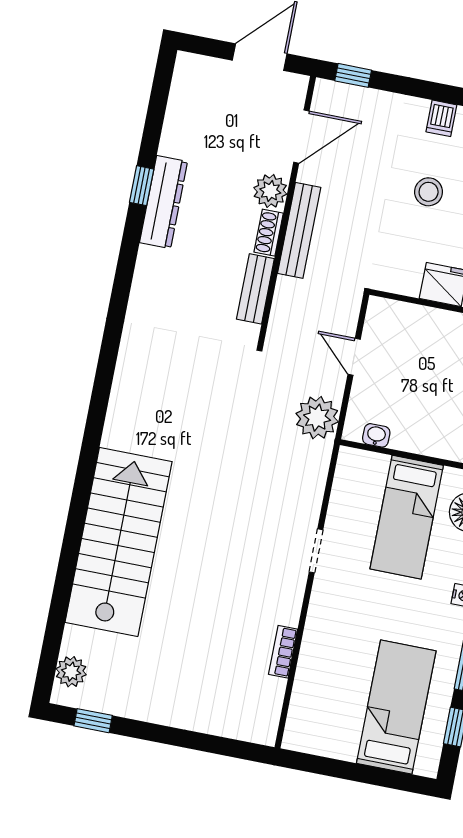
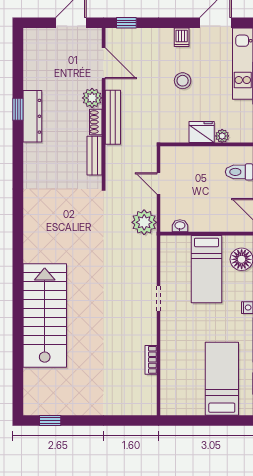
door: (301, 137) -> (104, 63), hinge flipped
plant: (71, 672) -> (32, 395), removed

